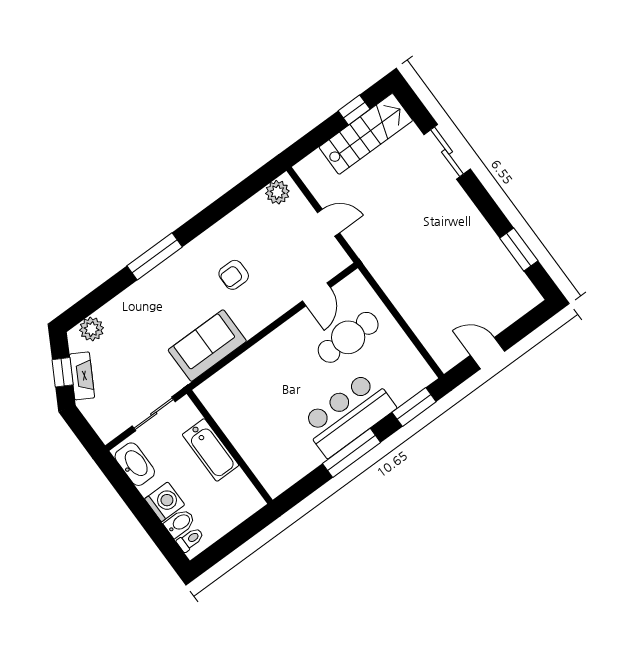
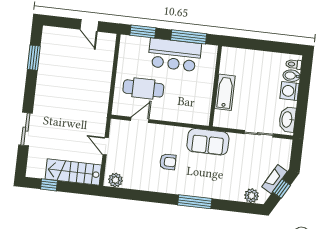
stairs: (366, 134) -> (73, 172), moved
wall: (230, 447) -> (215, 86), moved
bathtub: (211, 450) -> (225, 92), moved

